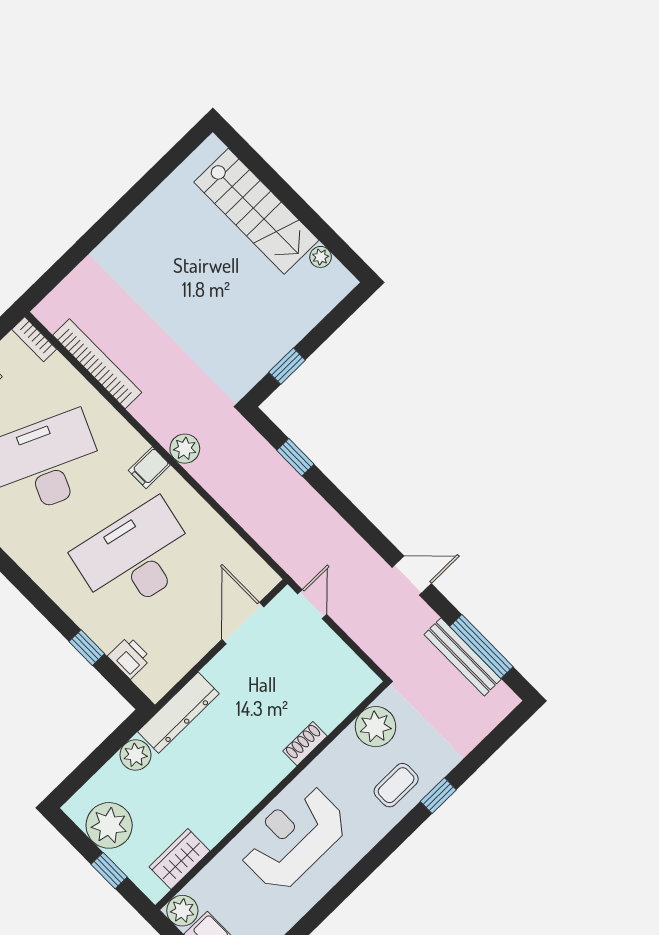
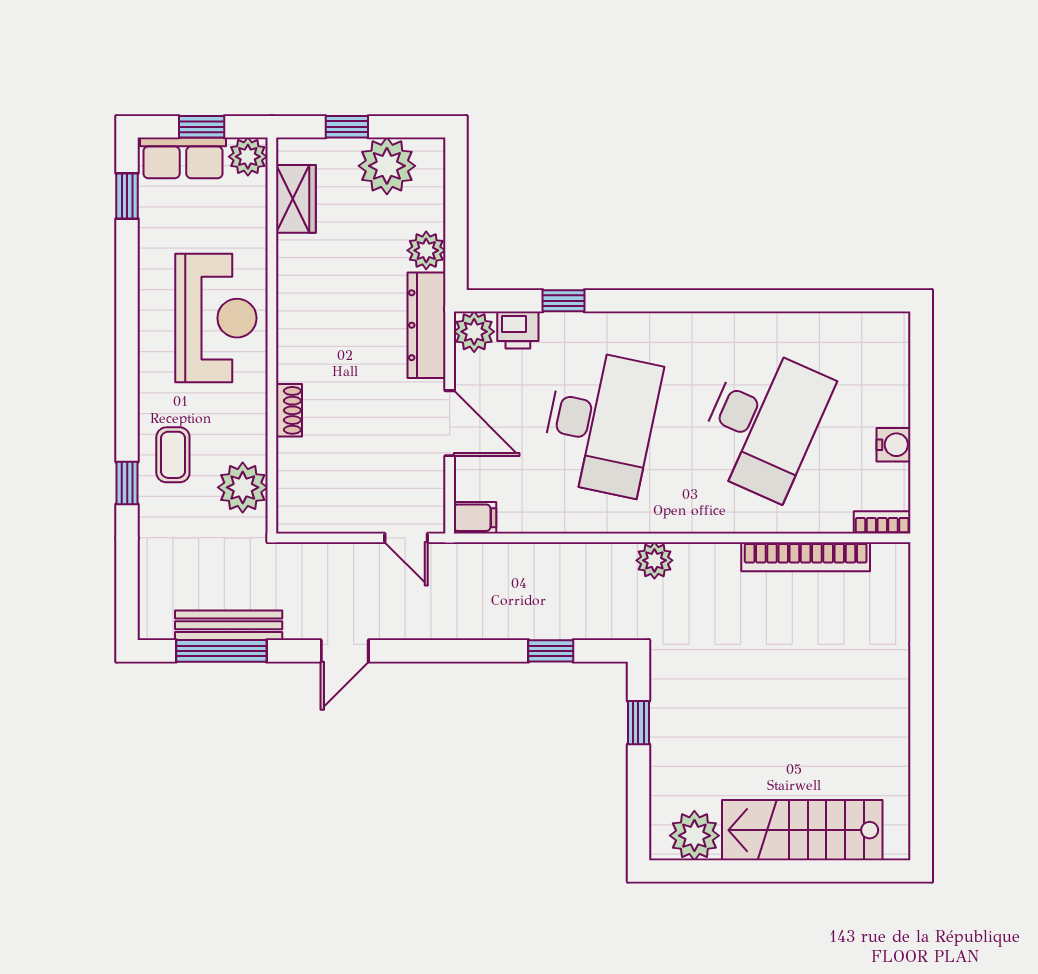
plant: (321, 257) -> (694, 836), width x1.88, depth x1.88
filing cabinet: (149, 468) -> (475, 518), moved, turned 90
door: (243, 623) -> (450, 423), moved
plant: (155, 682) -> (474, 332), added

